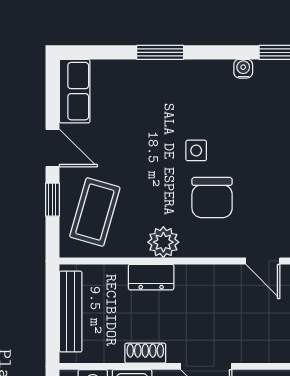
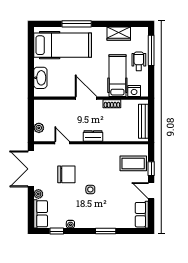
chair: (212, 198) -> (66, 174), moved, turned 90
coffee table: (95, 212) -> (133, 163), turned 74
plant: (163, 242) -> (104, 151), removed
dresser: (151, 277) -> (93, 136), moved

